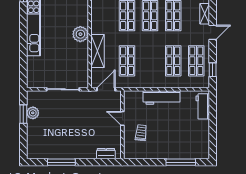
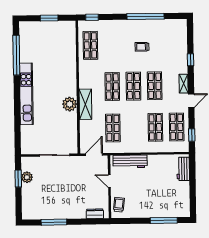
shelving: (98, 51) -> (85, 104), moved
workbench: (162, 97) -> (130, 161), moved
trolley: (141, 133) -> (119, 205), moved

